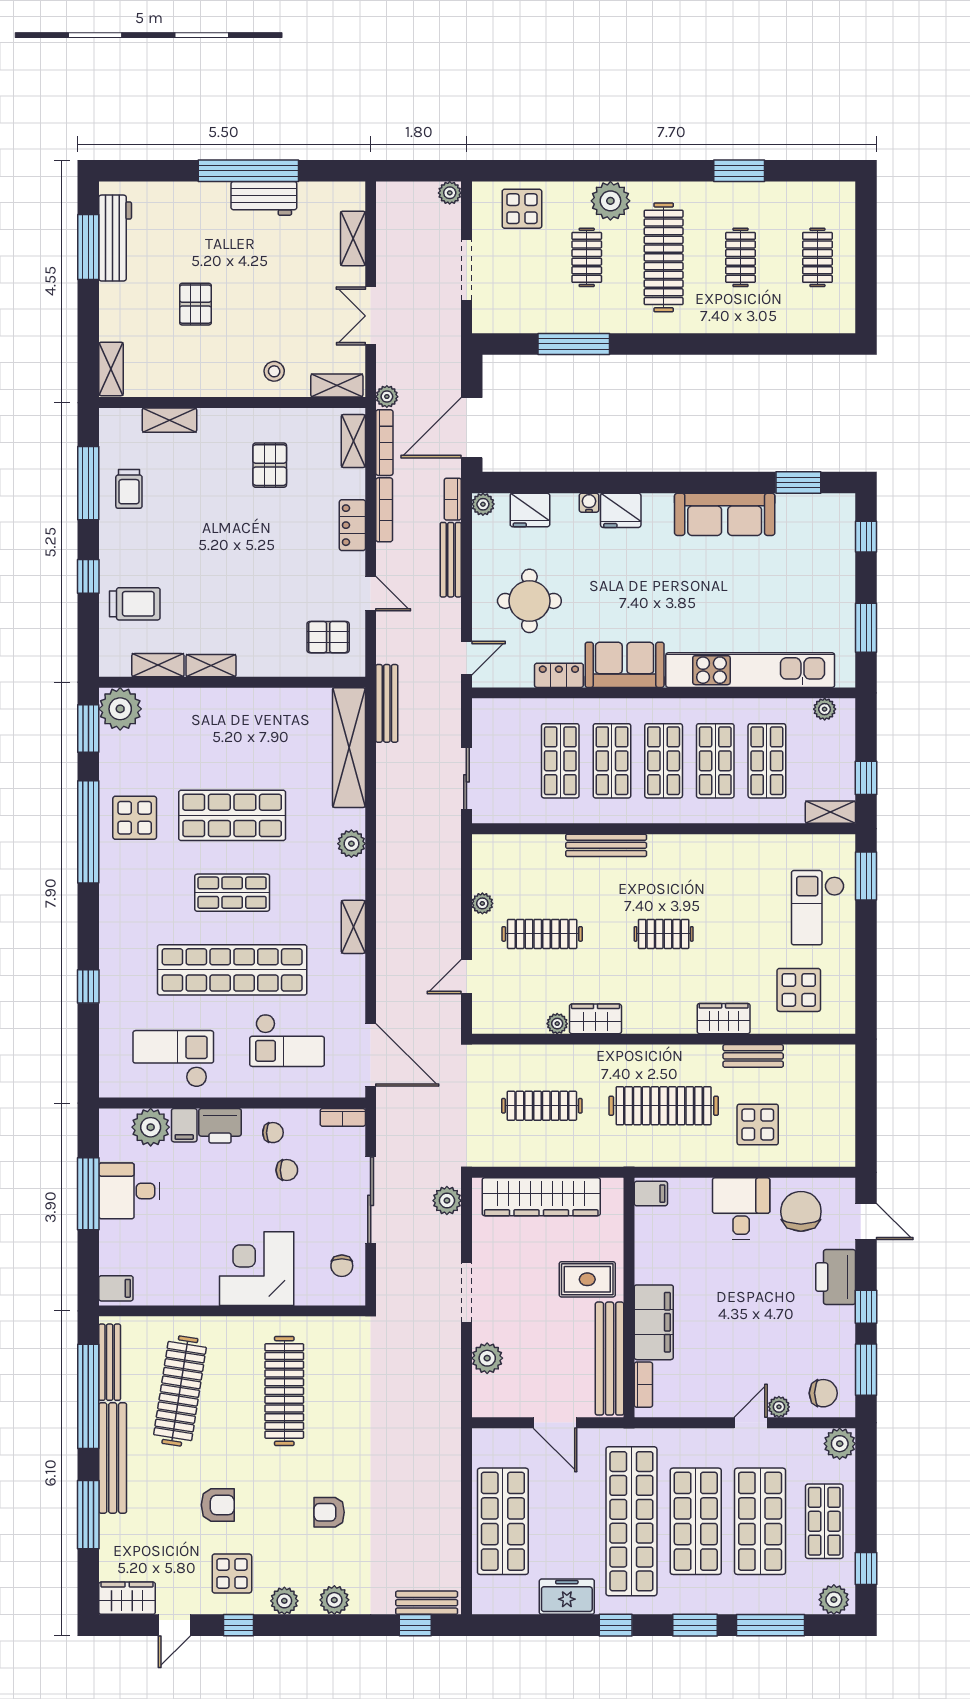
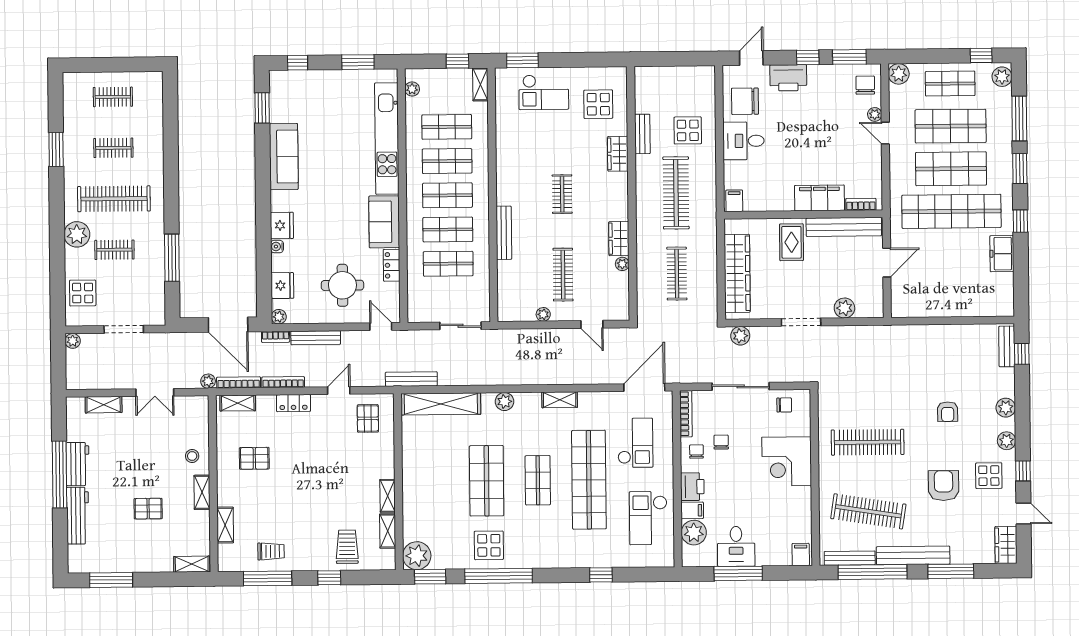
workbench: (115, 238) -> (78, 516), moved, turned 90
shelving: (337, 386) -> (202, 492), moved
bookcase: (343, 1117) -> (686, 414), width x1.56
armchair: (218, 1505) -> (944, 486), width x1.38, depth x1.38
shop shelf: (503, 1521) -> (952, 296), removed

